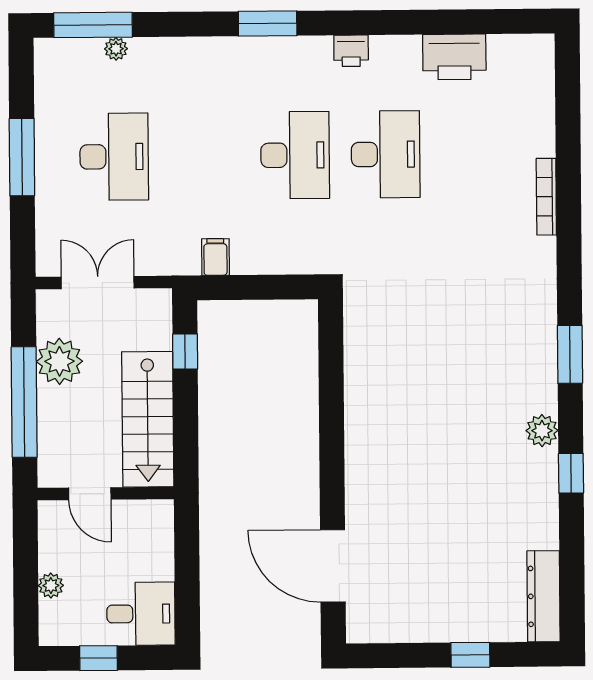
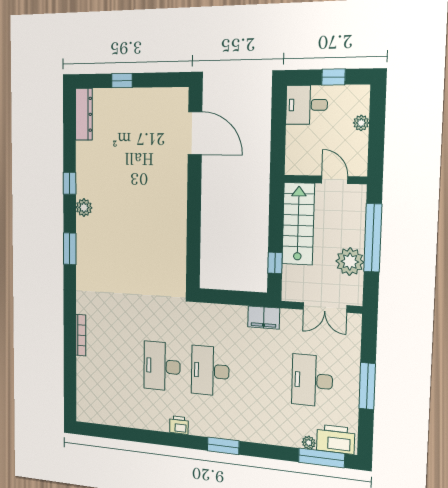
printer: (454, 57) -> (336, 439), moved
filing cabinet: (215, 257) -> (264, 318), width x2.00

